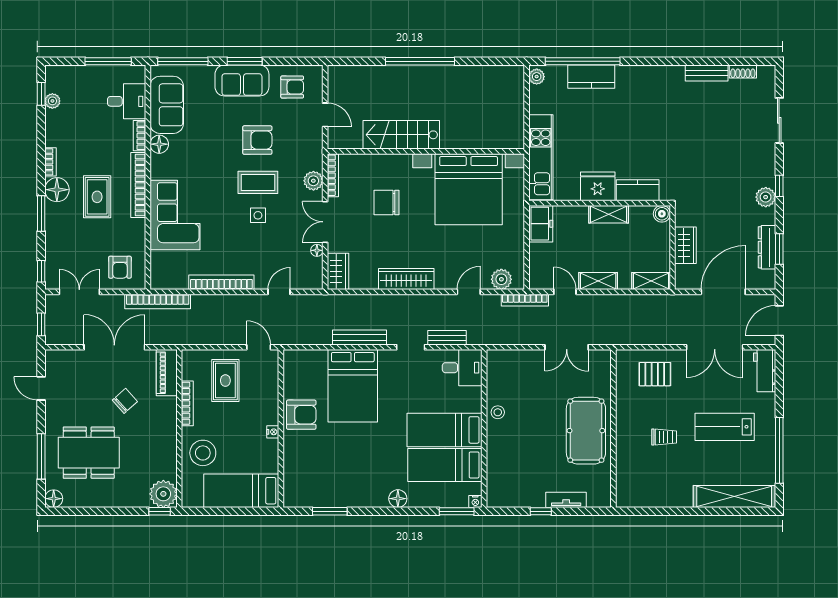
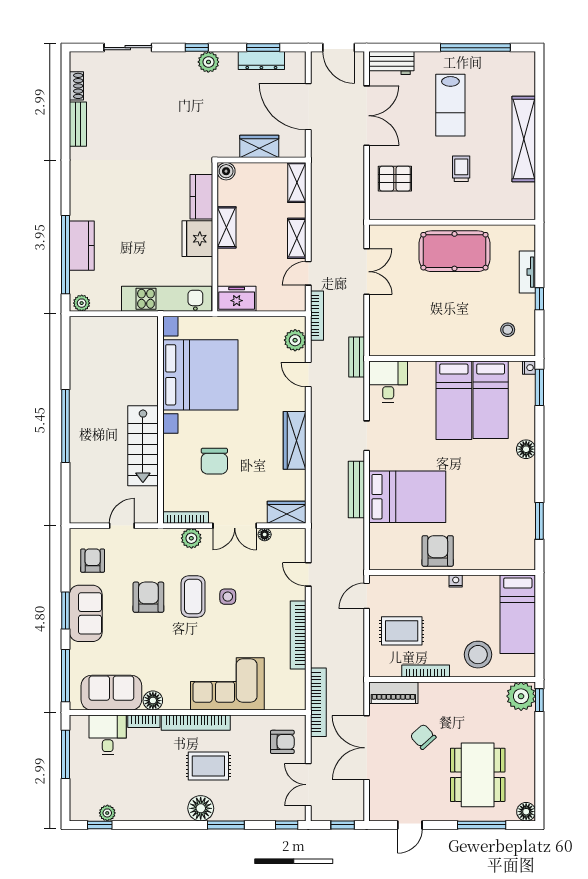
bookcase: (50, 162) -> (171, 815), removed
bench: (447, 338) -> (357, 357), moved
pallet: (655, 374) -> (395, 179), turned 90
stool: (498, 412) -> (508, 330), moved
shelving: (734, 496) -> (524, 139), moved

